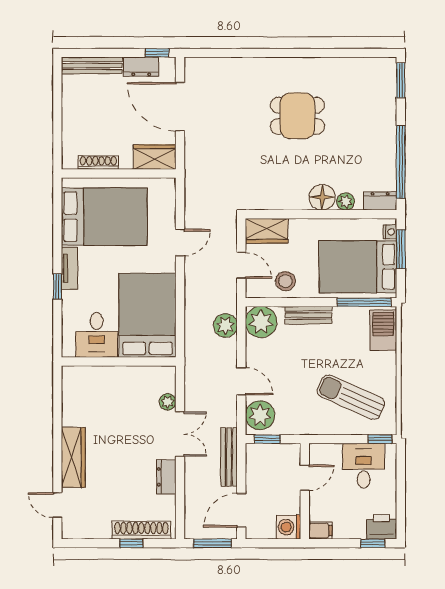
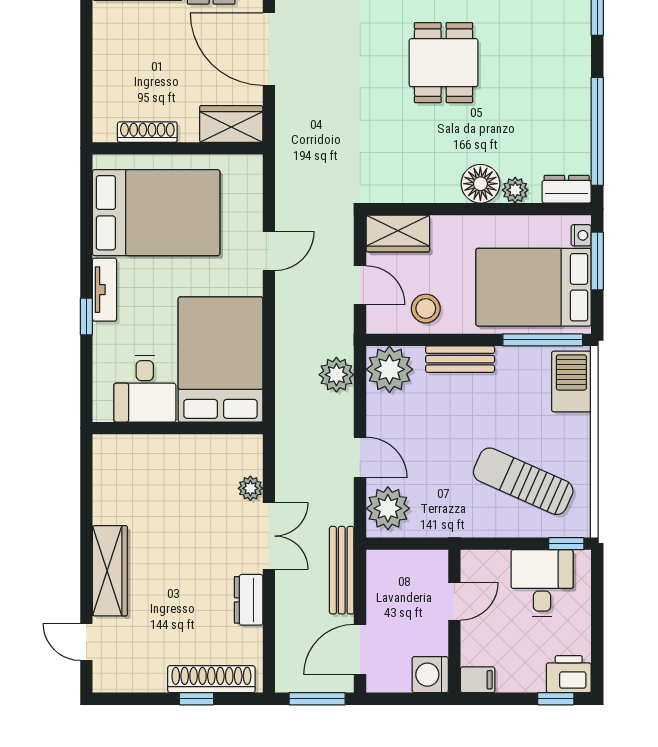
dining table: (297, 116) -> (444, 63), turned 90
window: (267, 439) -> (399, 544), removed

